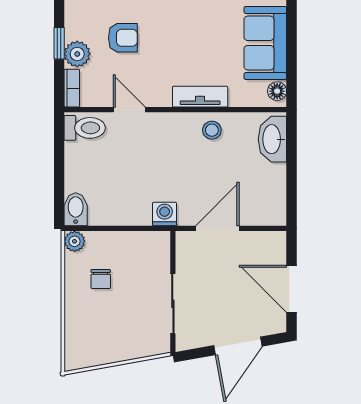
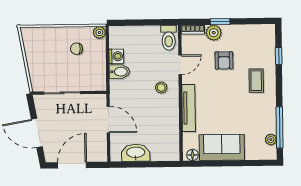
tv unit: (200, 97) -> (189, 108), width x1.41
stool: (212, 130) -> (161, 88), moved
washbasin: (272, 139) -> (136, 153), moved
bidet: (76, 209) -> (119, 72), moved
washing machine: (165, 214) -> (116, 56), moved

